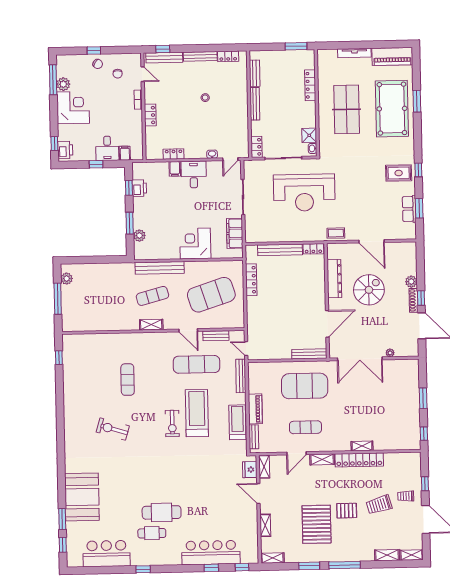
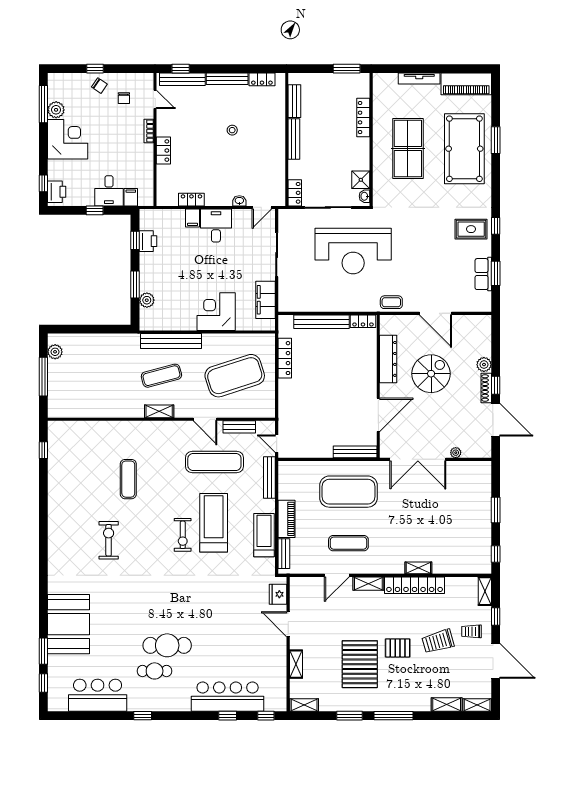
exercise bike: (113, 429) -> (109, 540), turned 73
shelving: (264, 467) -> (485, 591), moved

